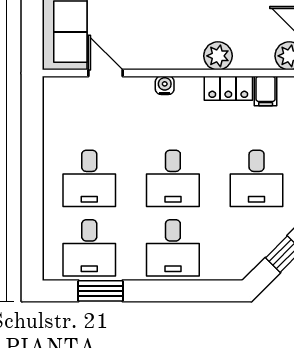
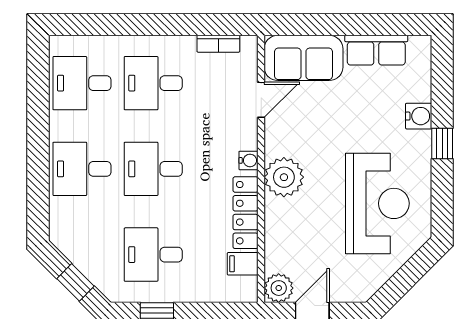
plant: (218, 56) -> (284, 177), moved, width x1.36, depth x1.36
locker: (228, 88) -> (245, 213), width x1.53
bookcase: (51, 115) -> (218, 44), added
window: (101, 291) -> (38, 95), removed

